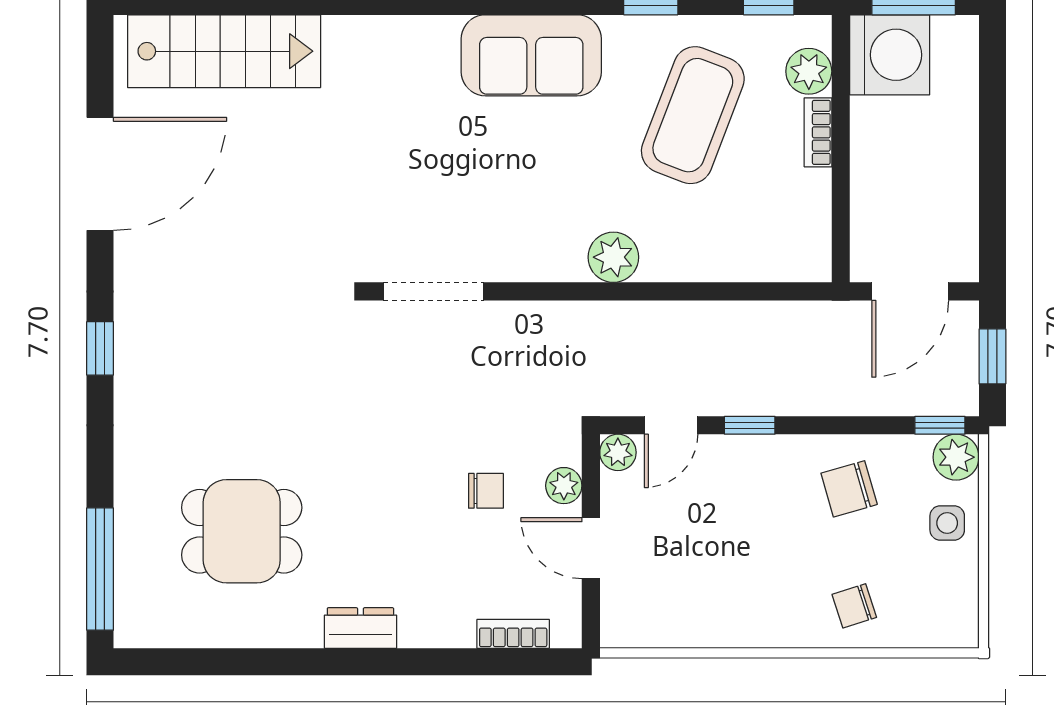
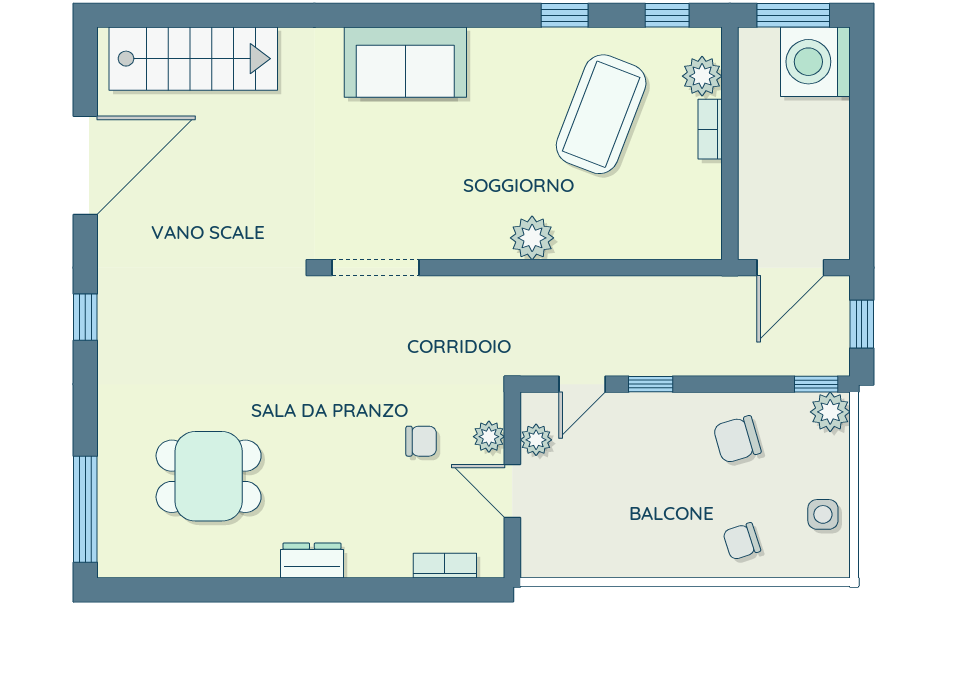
sofa: (531, 55) -> (405, 62), moved
washing machine: (890, 55) -> (815, 62), moved, turned 180
plant: (618, 452) -> (536, 440), moved
side table: (947, 523) -> (823, 514), moved

